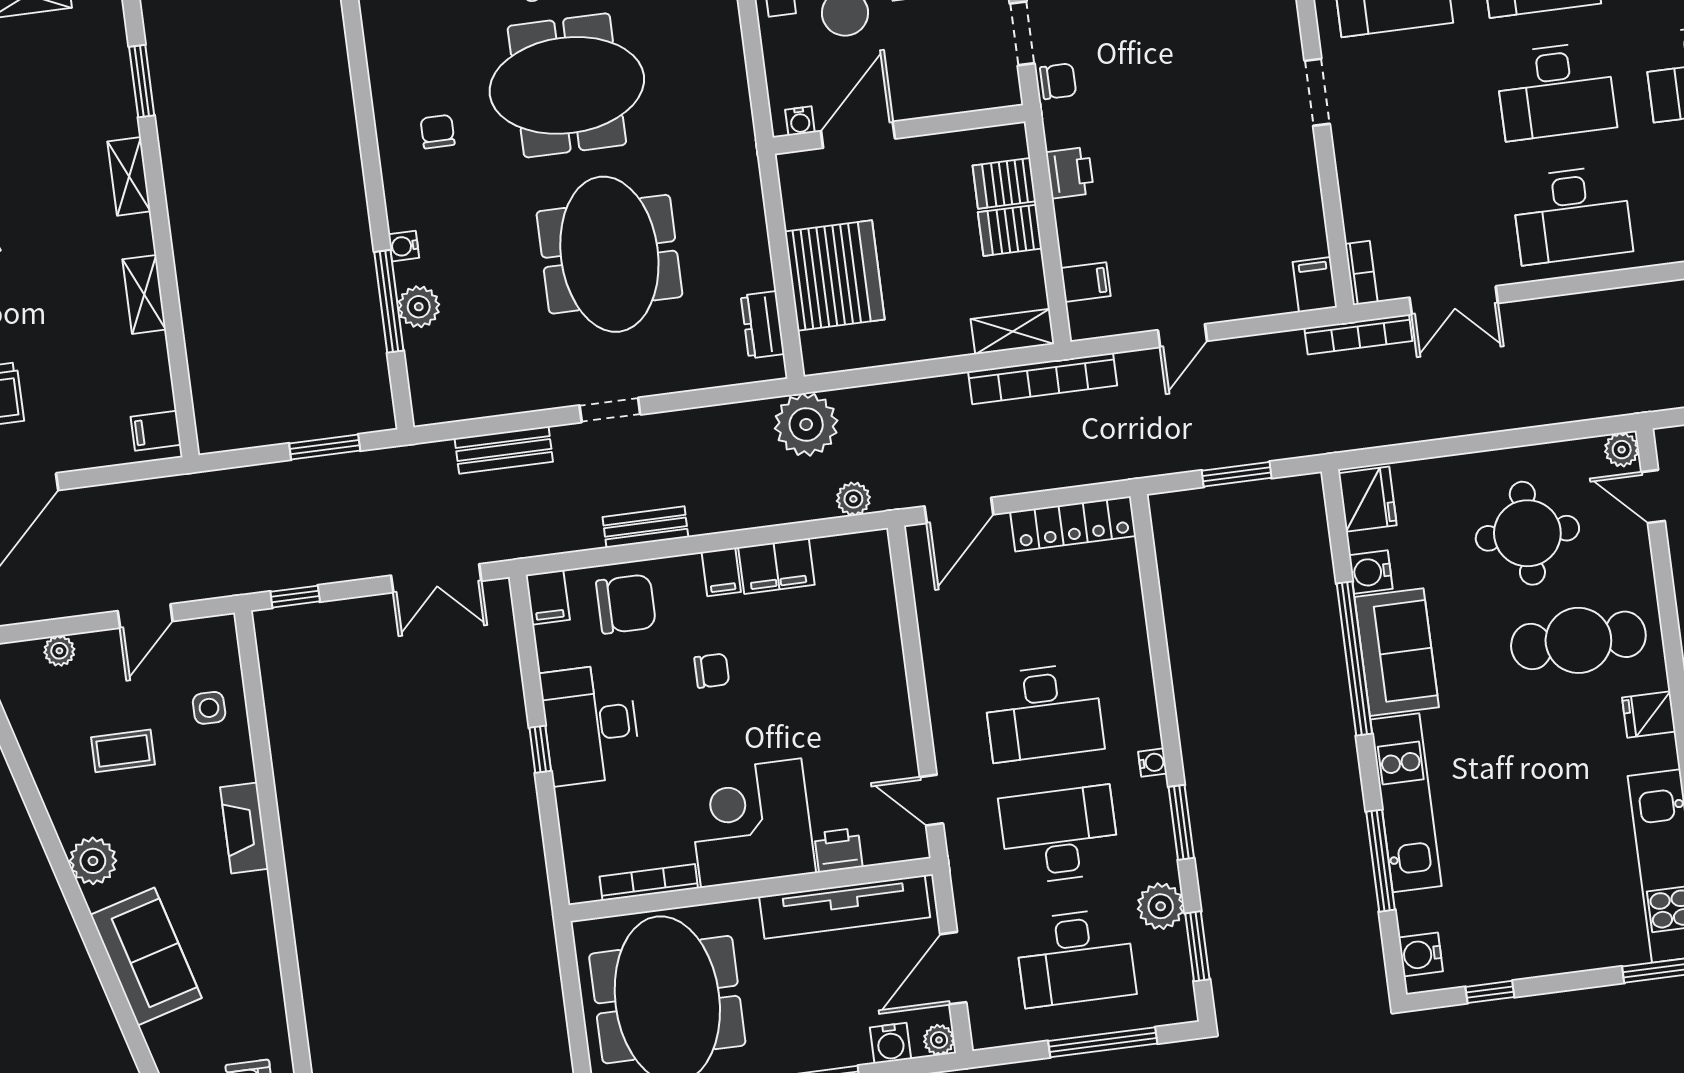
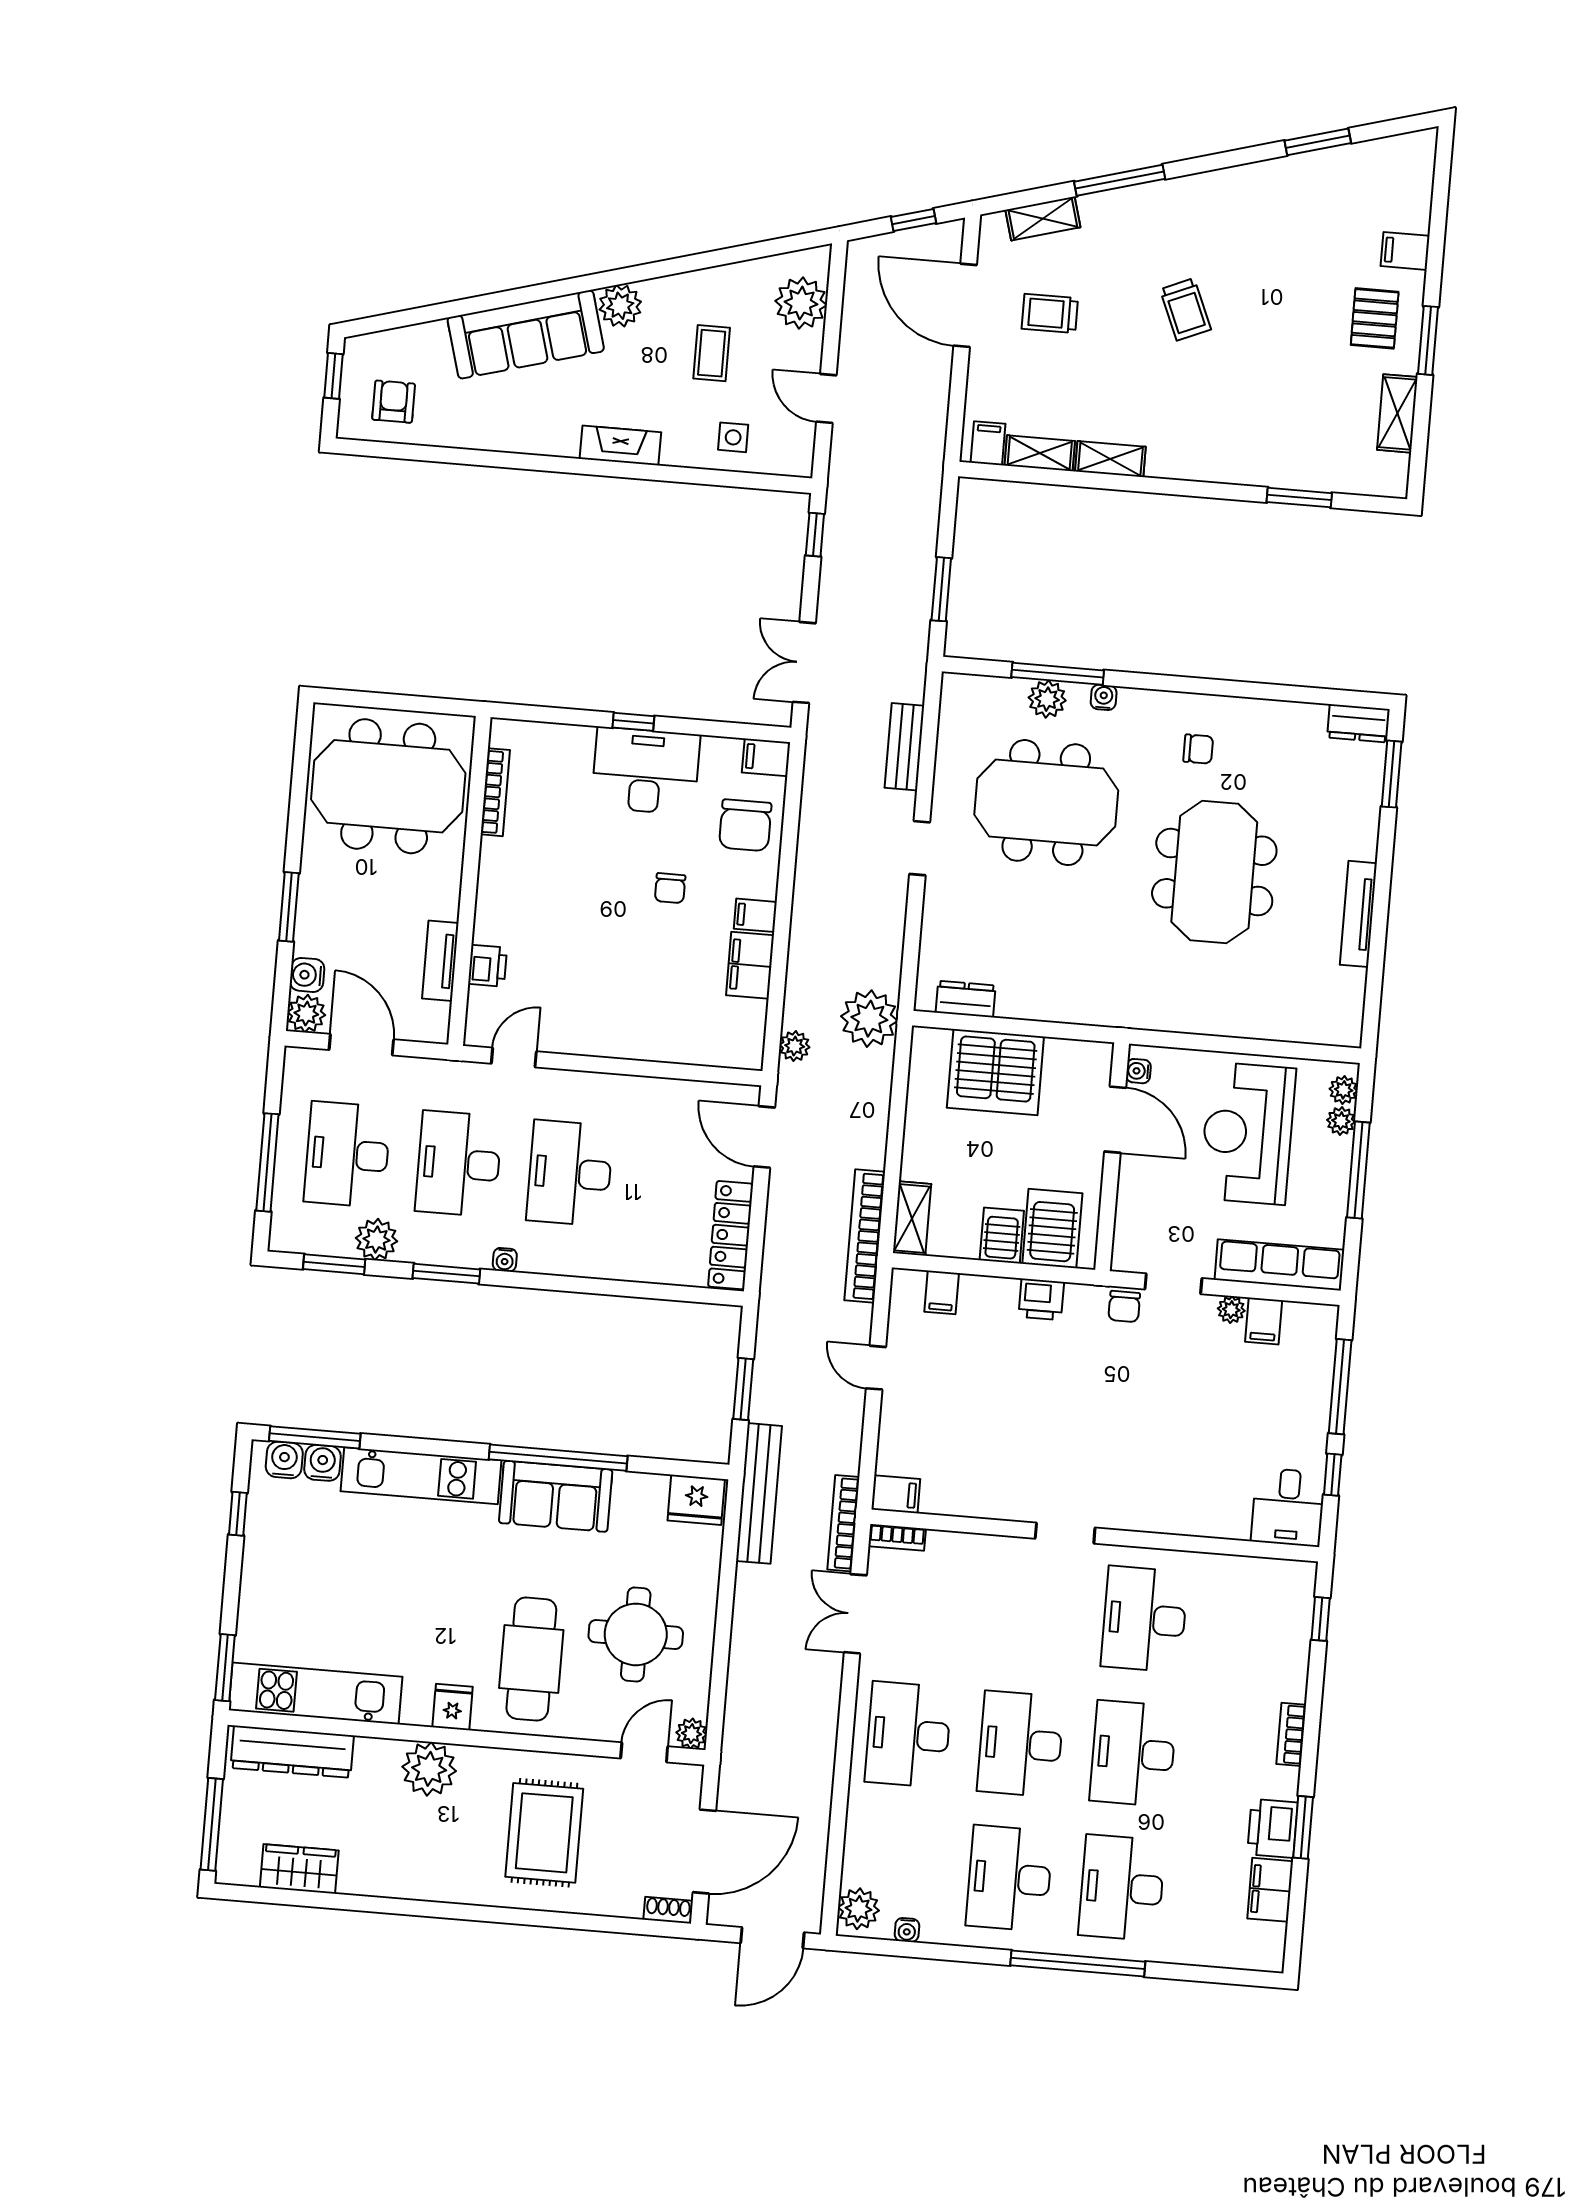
shelving: (129, 176) -> (1040, 453), moved
server rack: (1004, 183) -> (1052, 1229), width x1.36, depth x1.44
meeting table: (609, 254) -> (1046, 803), moved
bench: (645, 527) -> (759, 1493), moved, width x1.86, depth x1.21
water cooler: (1371, 572) -> (322, 1463), moved
plant: (59, 651) -> (801, 303), width x1.88, depth x1.88
corner desk: (751, 823) -> (528, 894), removed
desk: (1059, 835) -> (459, 1164), turned 180
window: (1381, 861) -> (315, 1437), moved
tv unit: (845, 907) -> (440, 961), width x0.52, depth x0.78
sofa: (146, 956) -> (526, 334), width x1.36
plant: (939, 1040) -> (306, 1014), width x1.38, depth x1.38

